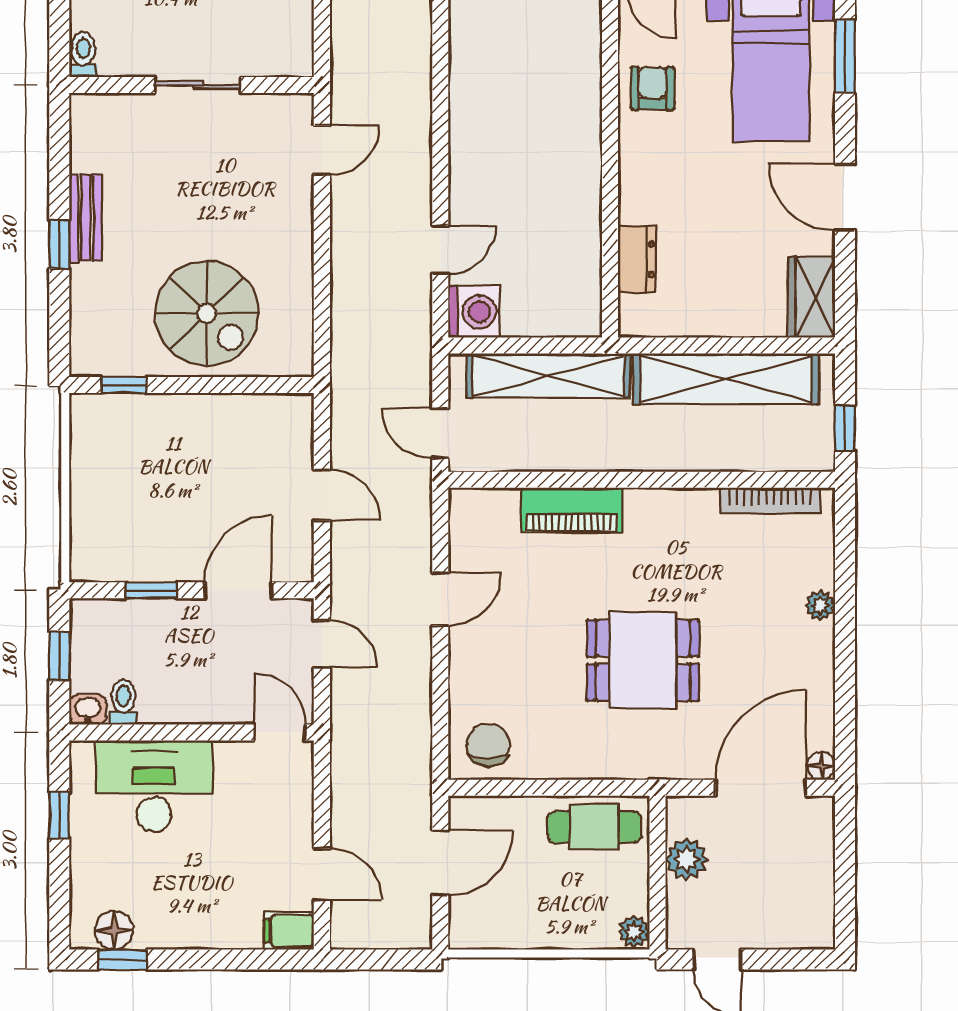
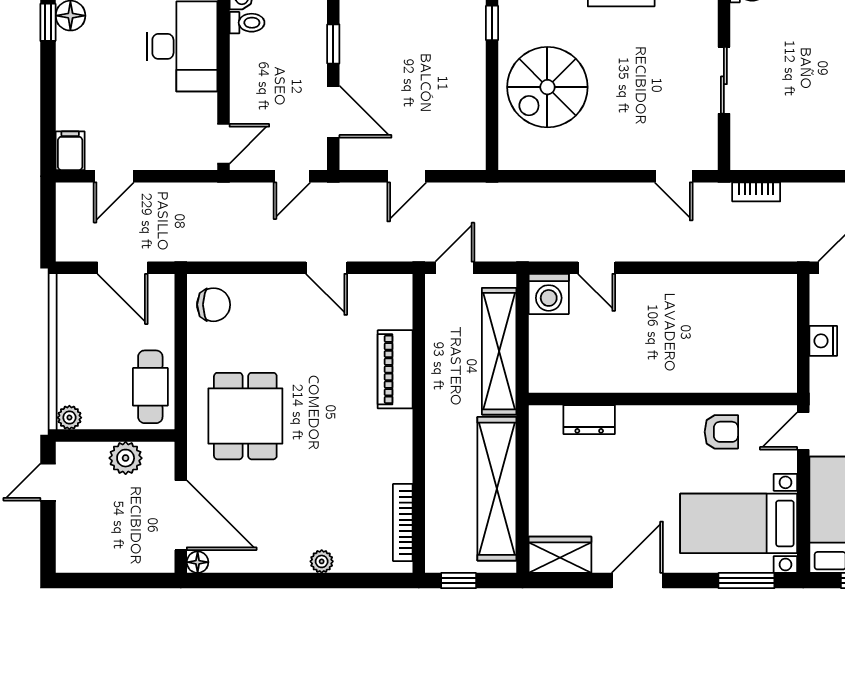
bookcase: (342, 43) -> (756, 192), added
dining table: (643, 660) -> (245, 416), moved

